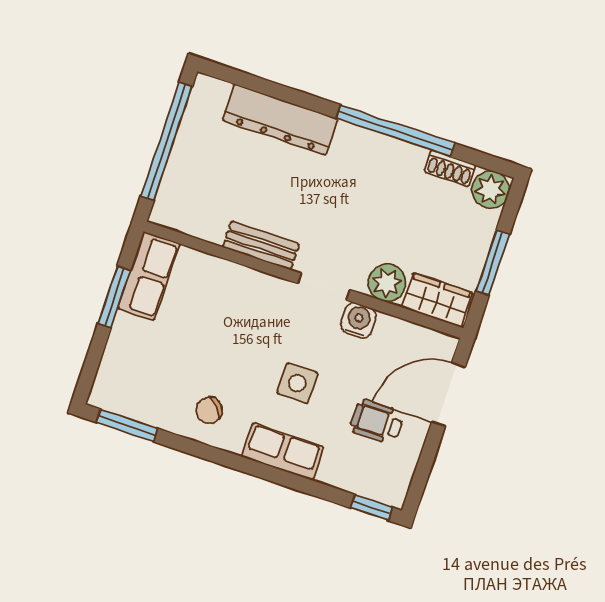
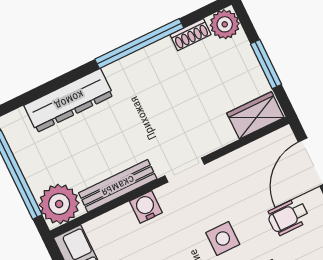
bench: (261, 246) -> (118, 186), width x1.36
plant: (387, 283) -> (59, 204), moved, width x1.36, depth x1.36
water cooler: (358, 320) -> (146, 207), moved

